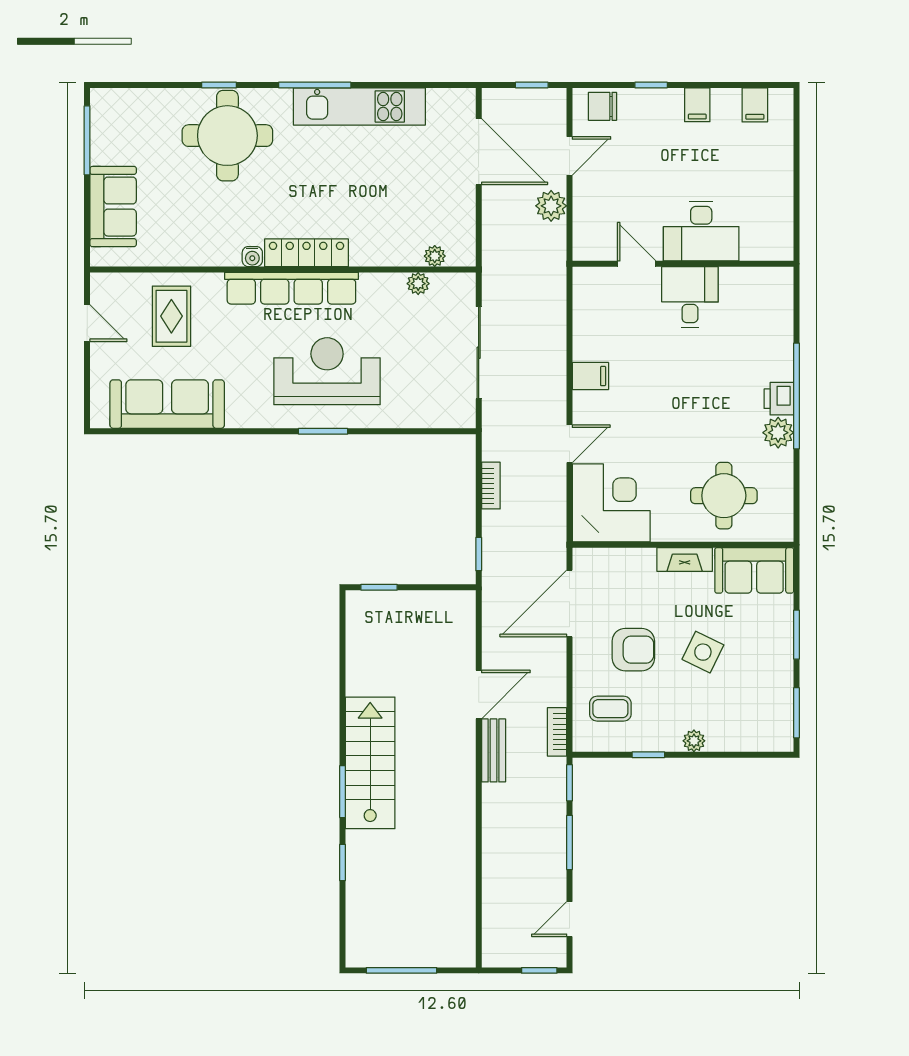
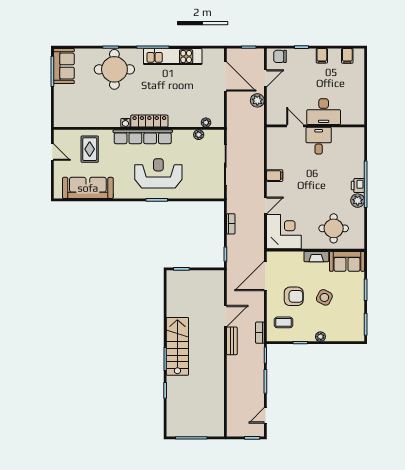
sofa: (113, 207) -> (64, 66), moved

